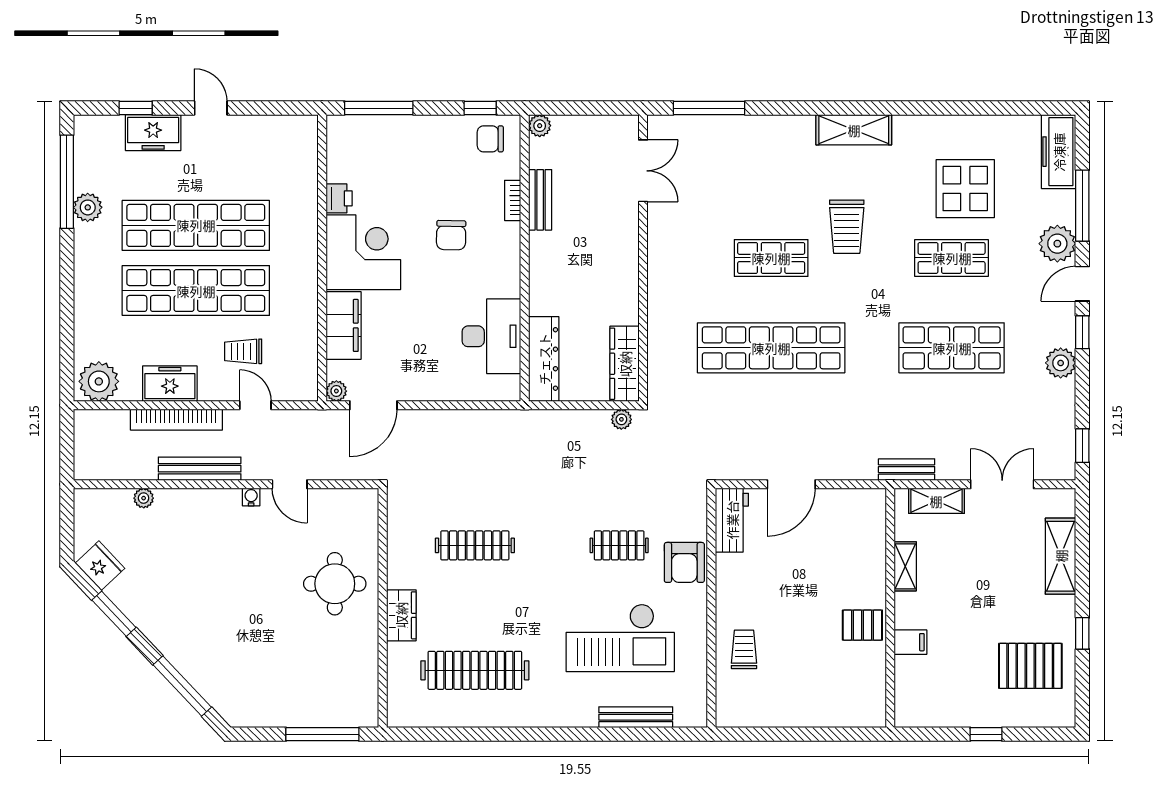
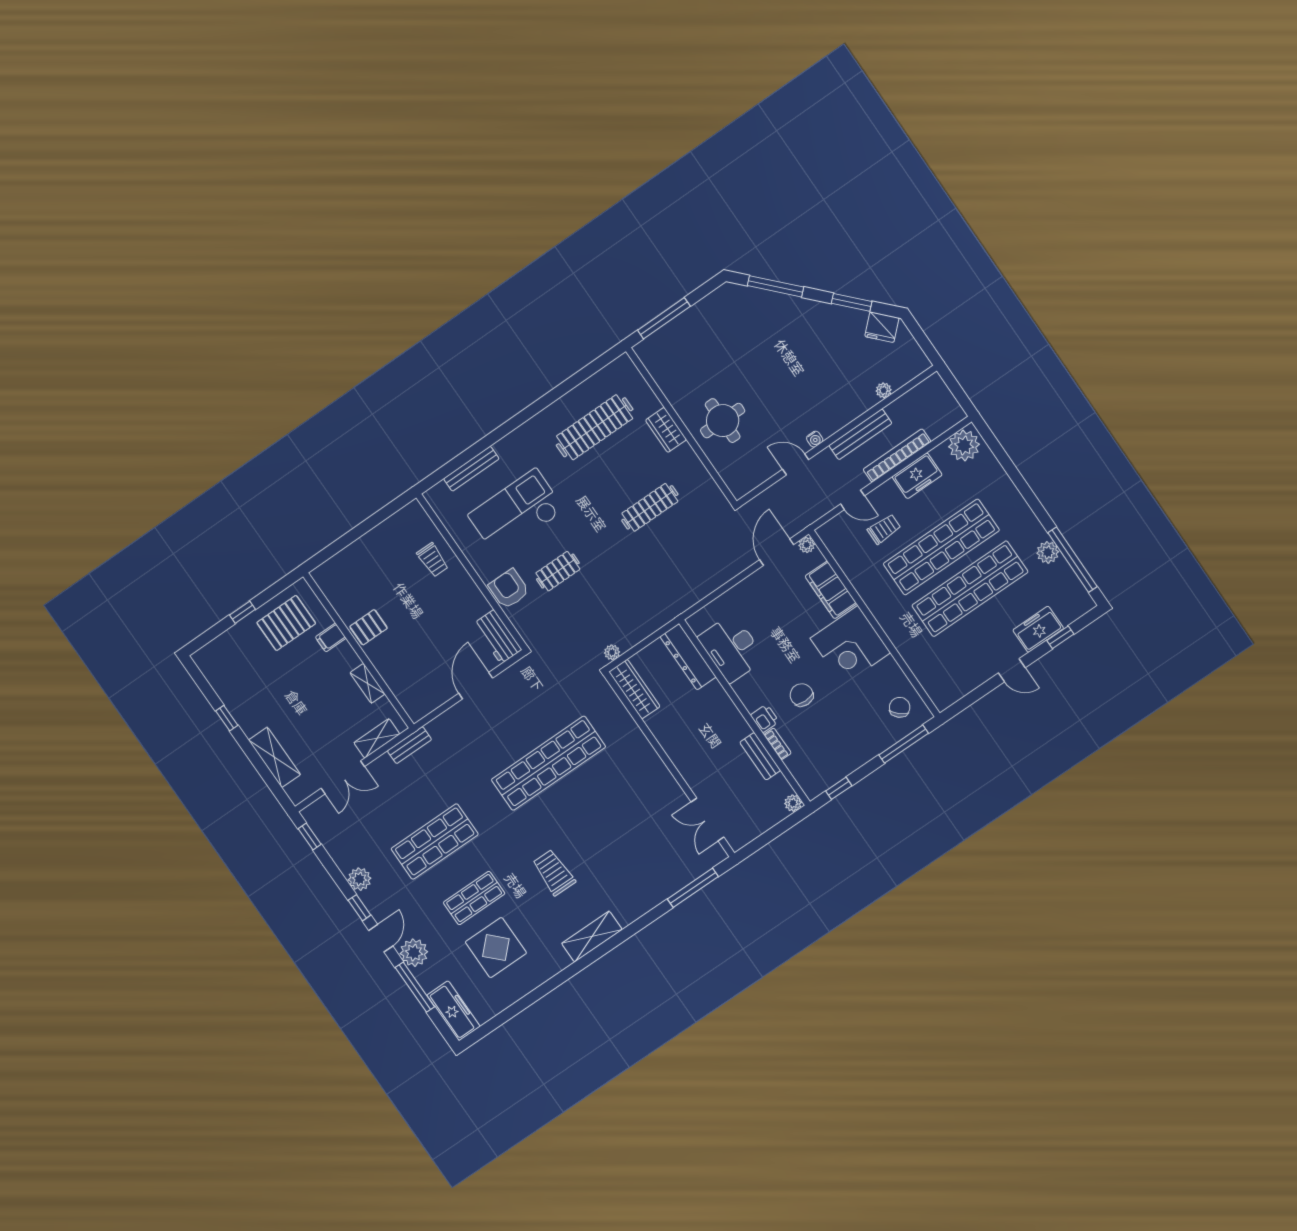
chair: (490, 139) -> (900, 707), moved, turned -48
printer: (339, 198) -> (765, 718), moved, turned 180
shop shelf: (771, 258) -> (588, 820), removed
pallet: (1030, 666) -> (286, 623), moved

